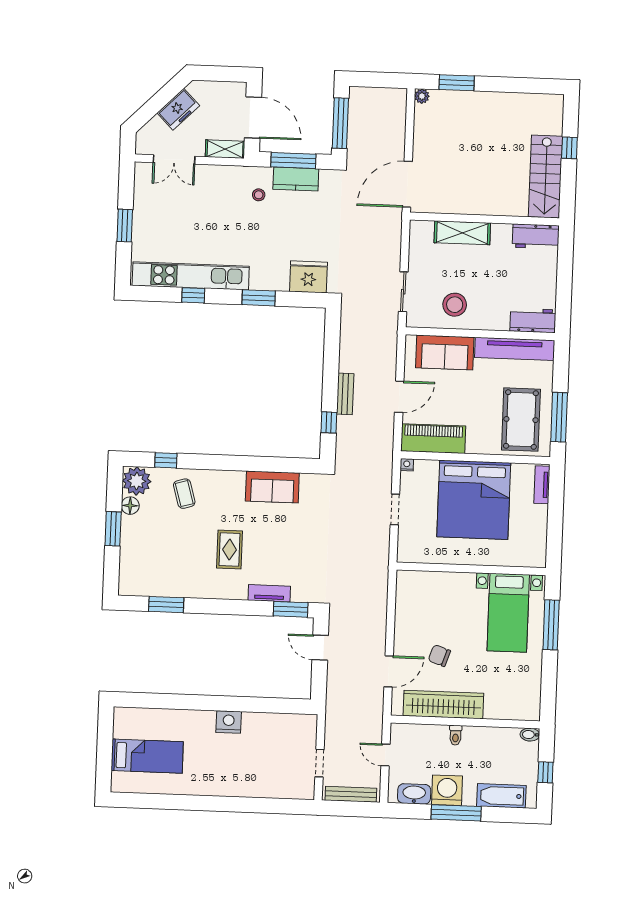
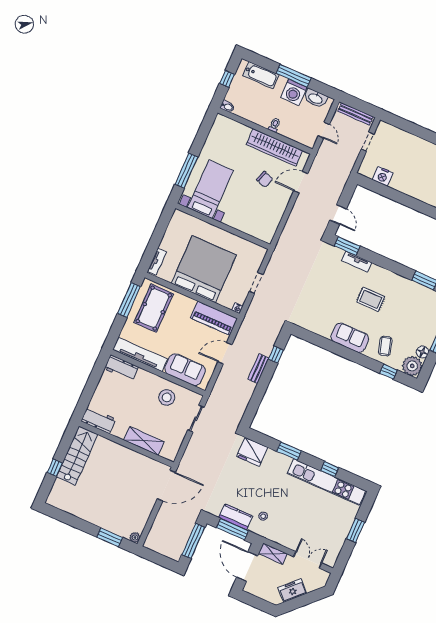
sofa: (272, 487) -> (350, 338), moved
rug: (230, 550) -> (371, 299), turned 90
nightstand: (229, 722) -> (383, 176), moved

